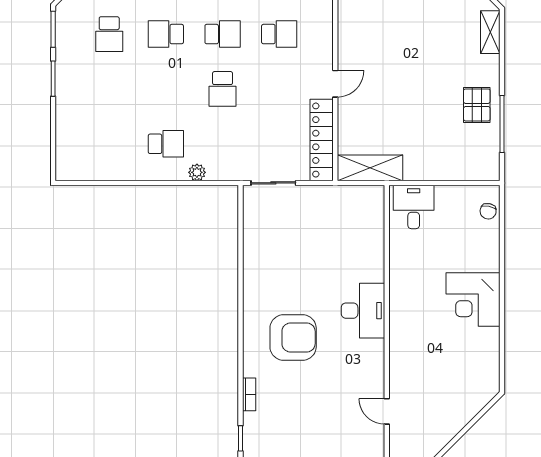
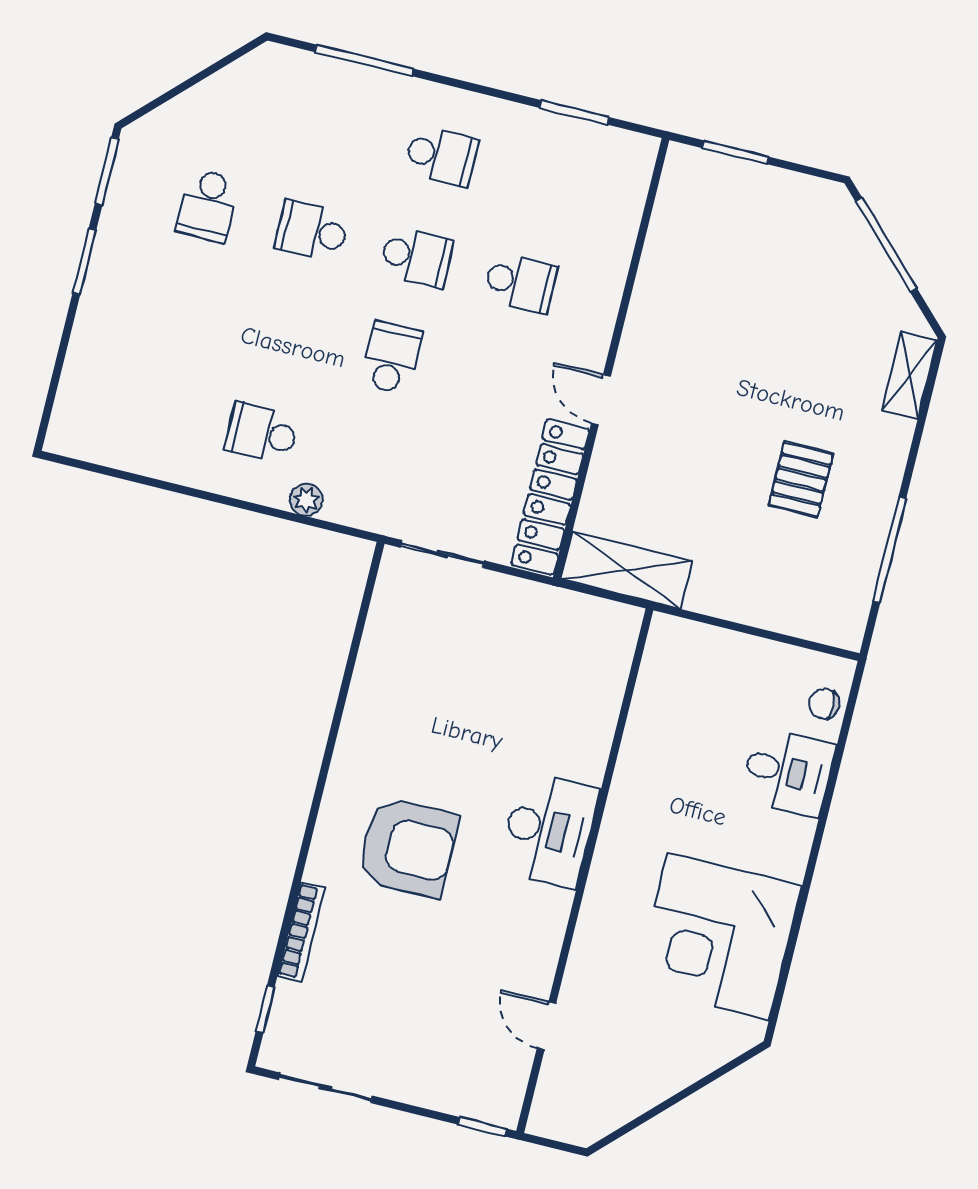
door: (335, 84) -> (601, 400), swing flipped
school desk: (223, 89) -> (391, 358), turned 180
pallet: (477, 105) -> (801, 479), moved
school desk: (166, 144) -> (262, 433), turned 180
desk: (414, 207) -> (788, 772), moved, turned 90
chair: (488, 211) -> (824, 704), turned 78
corner desk: (473, 300) -> (718, 936), moved, width x1.36, depth x1.36
bookcase: (249, 394) -> (301, 932), width x1.56

